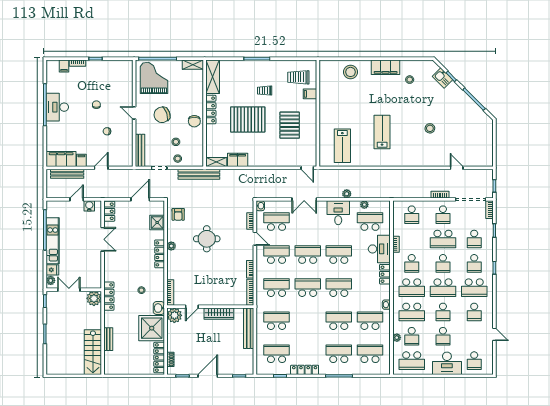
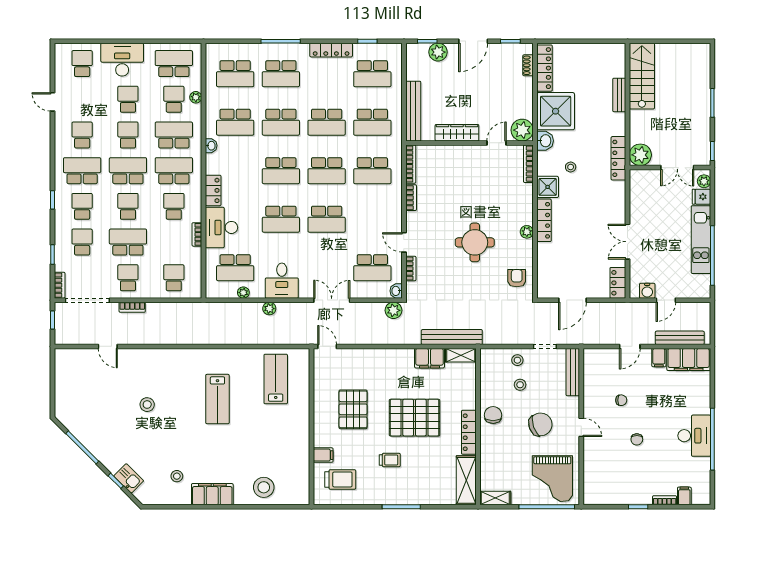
bench: (199, 174) -> (452, 337), moved
plant: (262, 193) -> (393, 310), added
shower: (157, 222) -> (548, 187), moved
school desk: (277, 255) -> (327, 122), moved
plant: (232, 368) -> (438, 52), added

